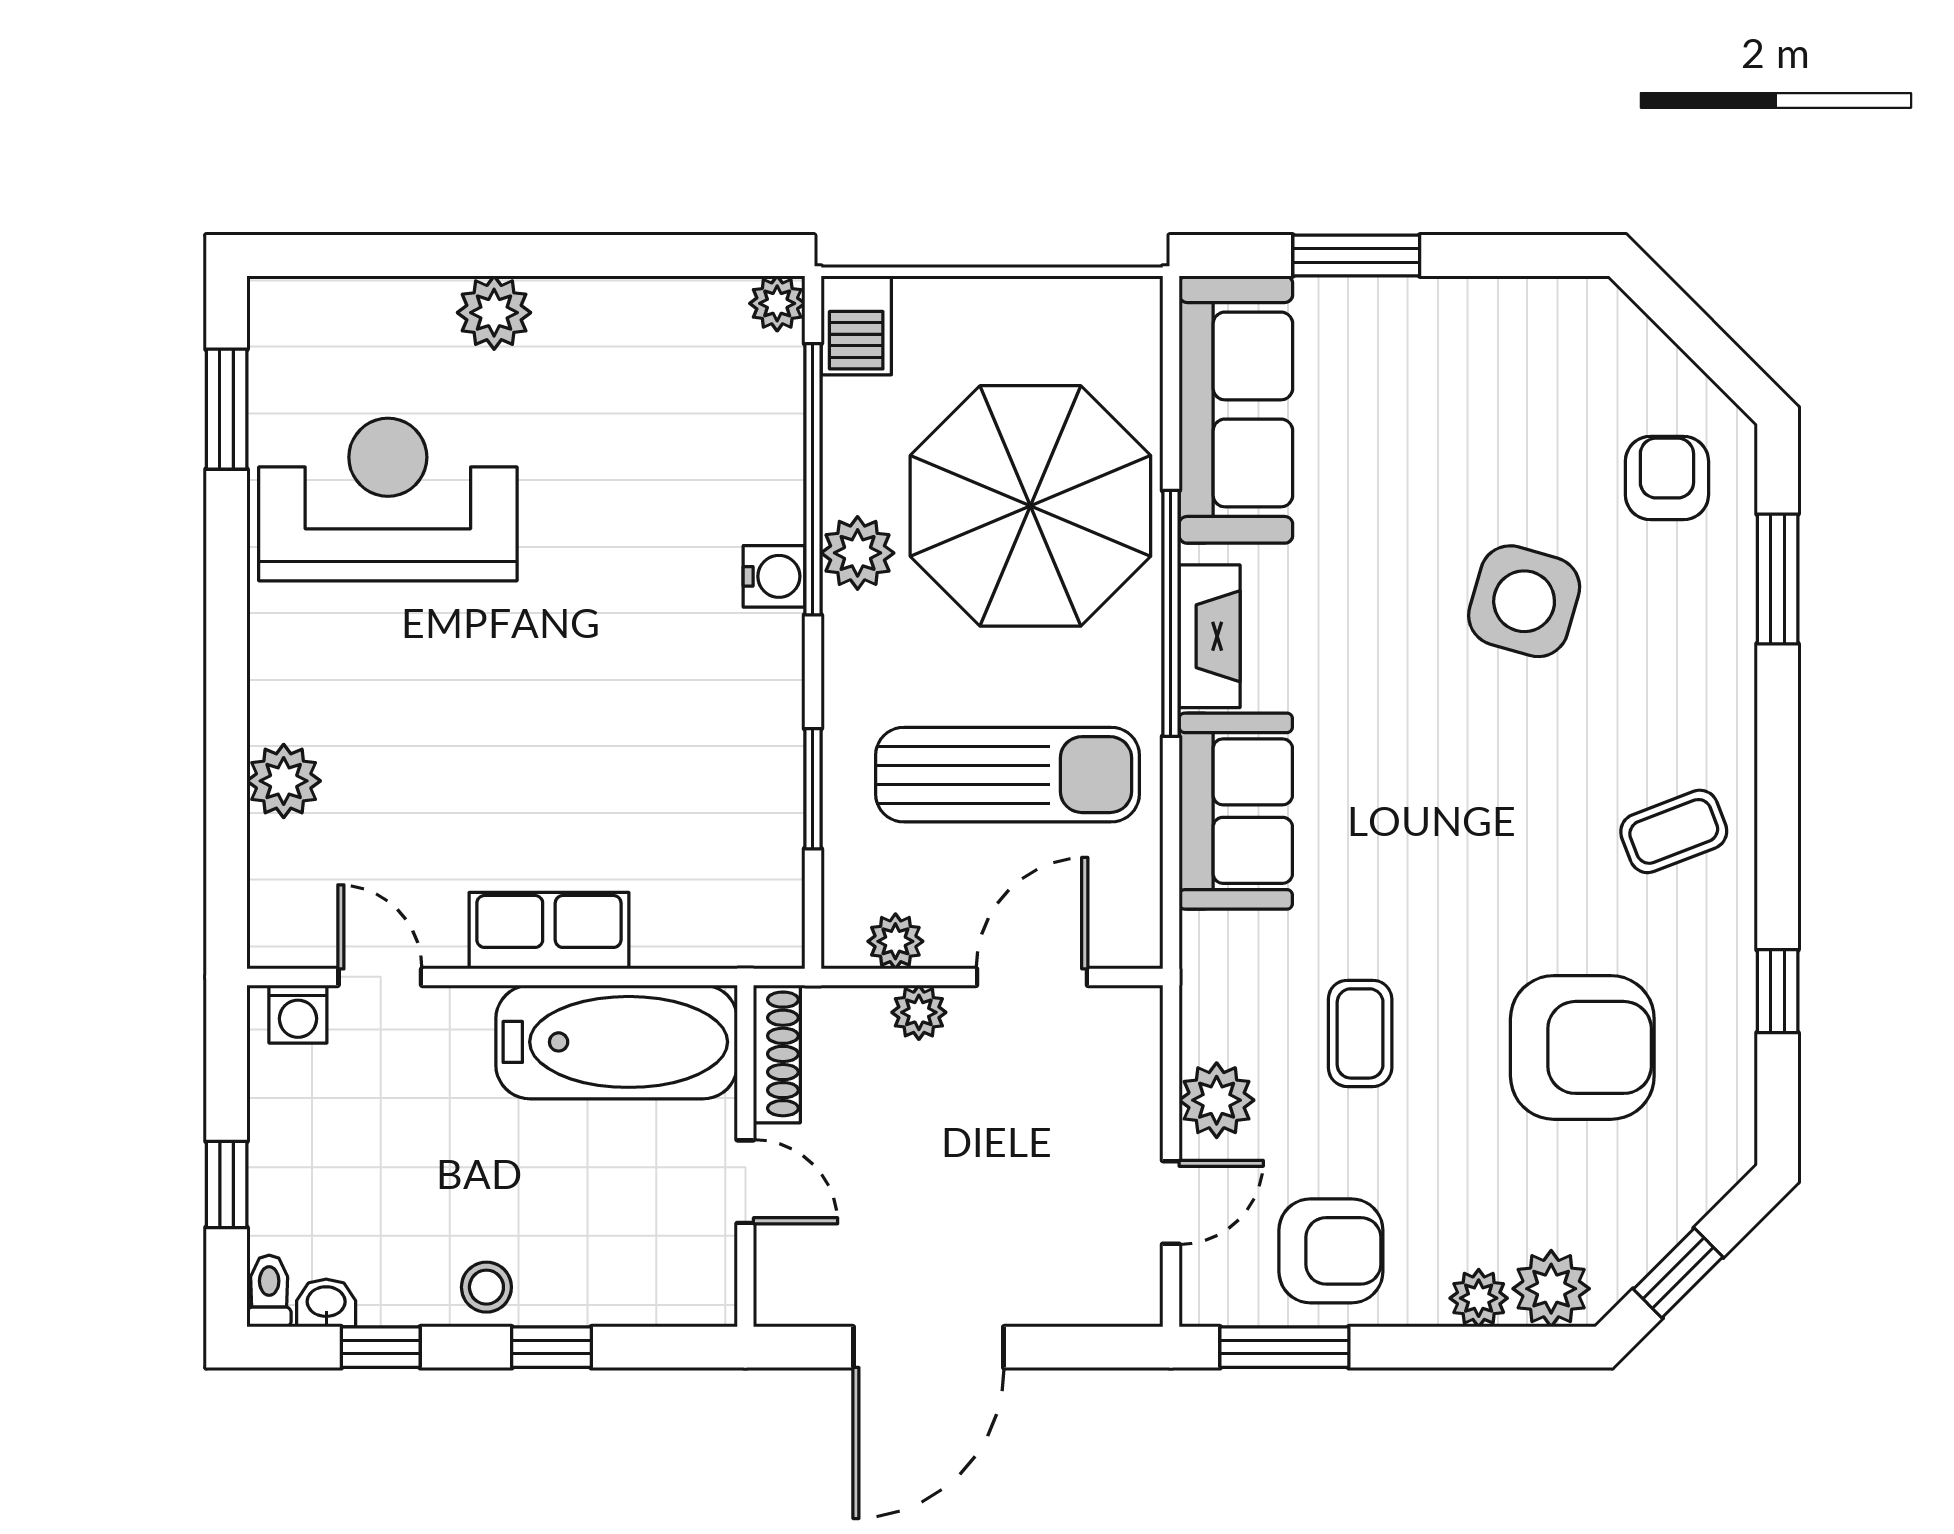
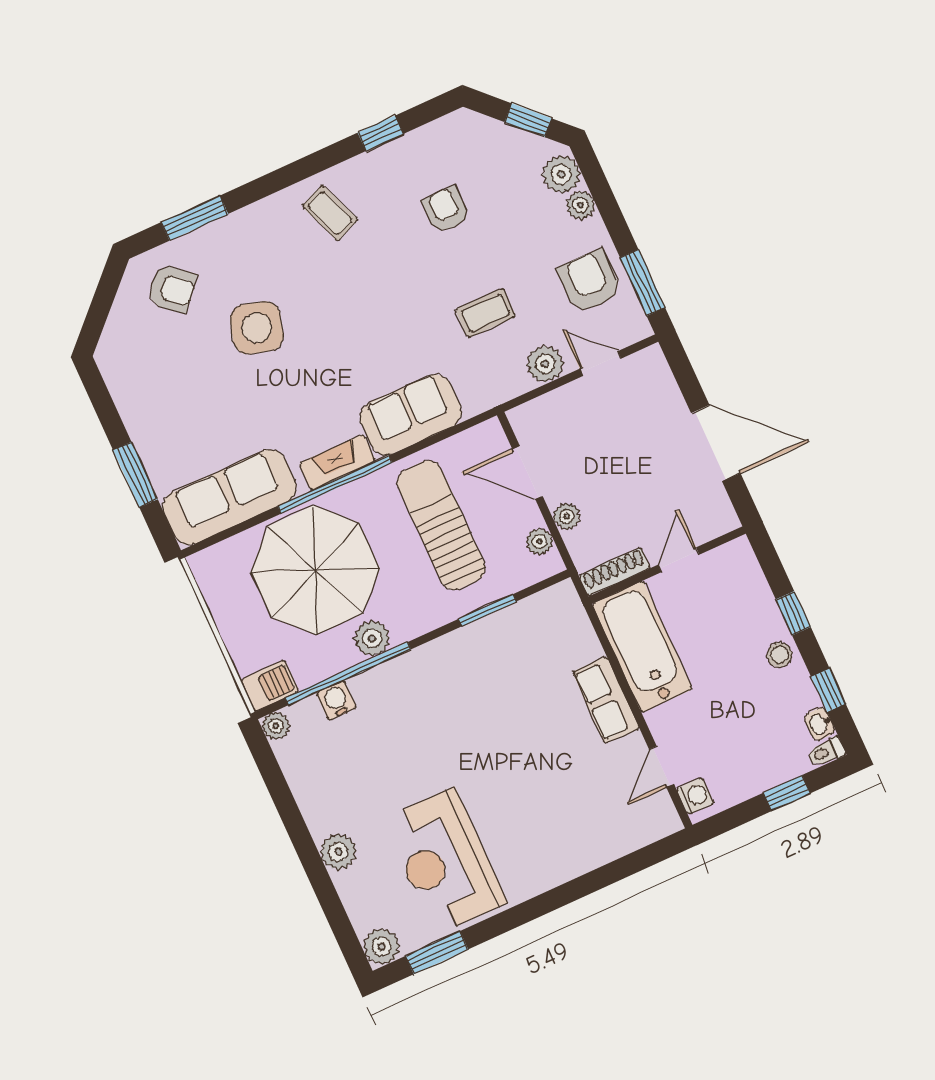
armchair: (1667, 478) -> (172, 289), turned -140
water cooler: (774, 576) -> (336, 700), moved
plant: (284, 781) -> (382, 947), moved
armchair: (1582, 1047) -> (446, 210), width x0.53, depth x0.53

